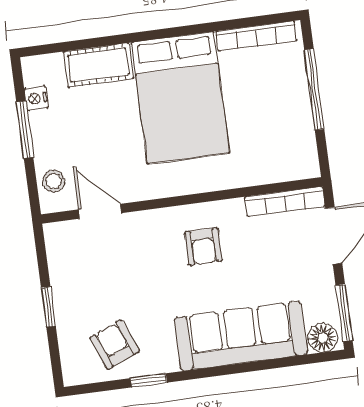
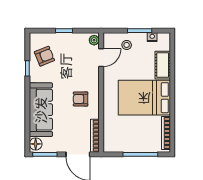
stool: (54, 181) -> (127, 45), moved
plant: (62, 233) -> (94, 40), added

